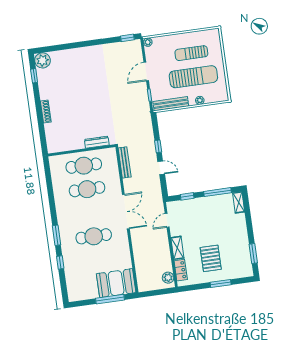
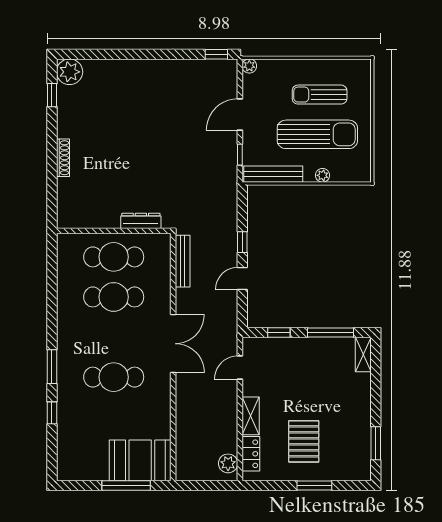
door: (161, 168) -> (242, 279), swing flipped

